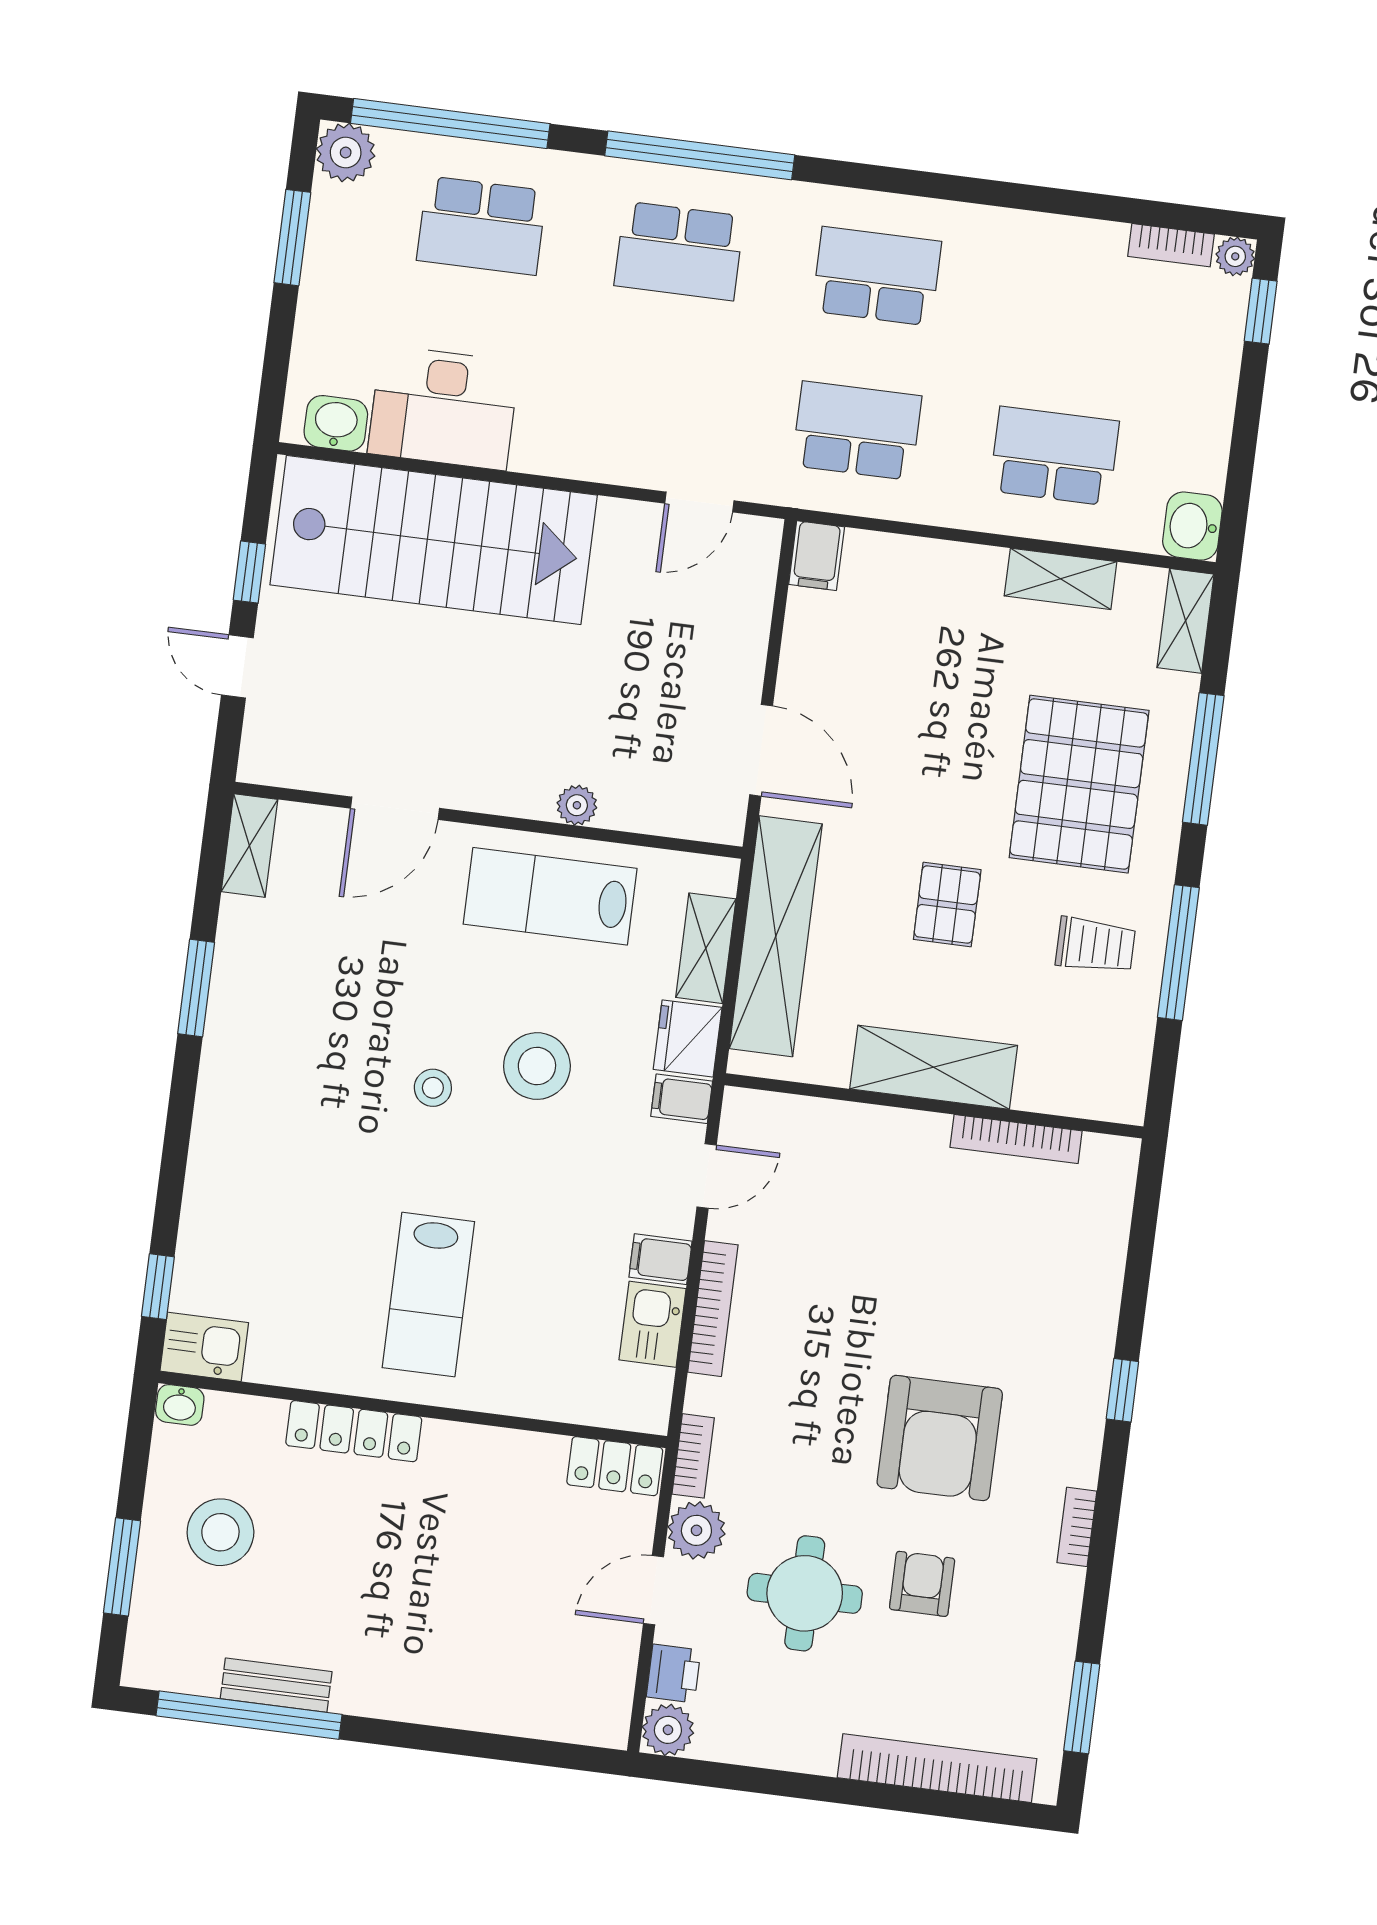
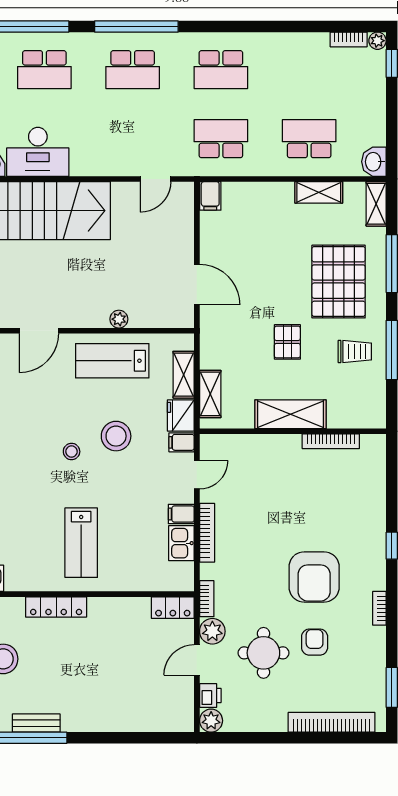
school desk: (877, 276) -> (221, 70), turned 180
shelving: (776, 936) -> (210, 394), width x0.45, depth x0.75

